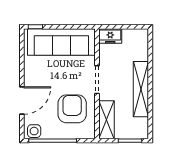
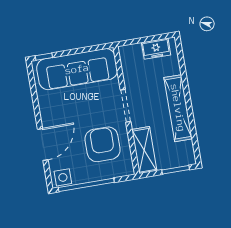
freezer: (110, 36) -> (156, 49), moved

